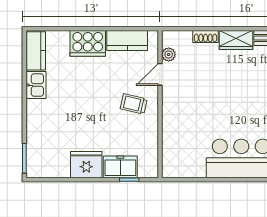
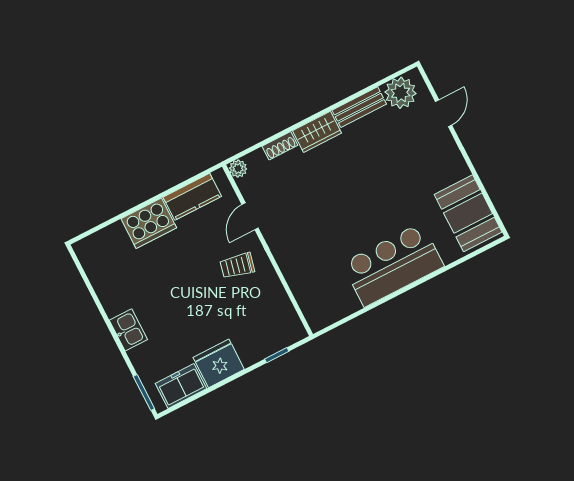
kitchen counter: (36, 51) -> (94, 262), removed
plant: (169, 54) -> (238, 169), moved
kitchen sink: (36, 85) -> (128, 330), moved
freezer: (120, 167) -> (181, 386), moved

